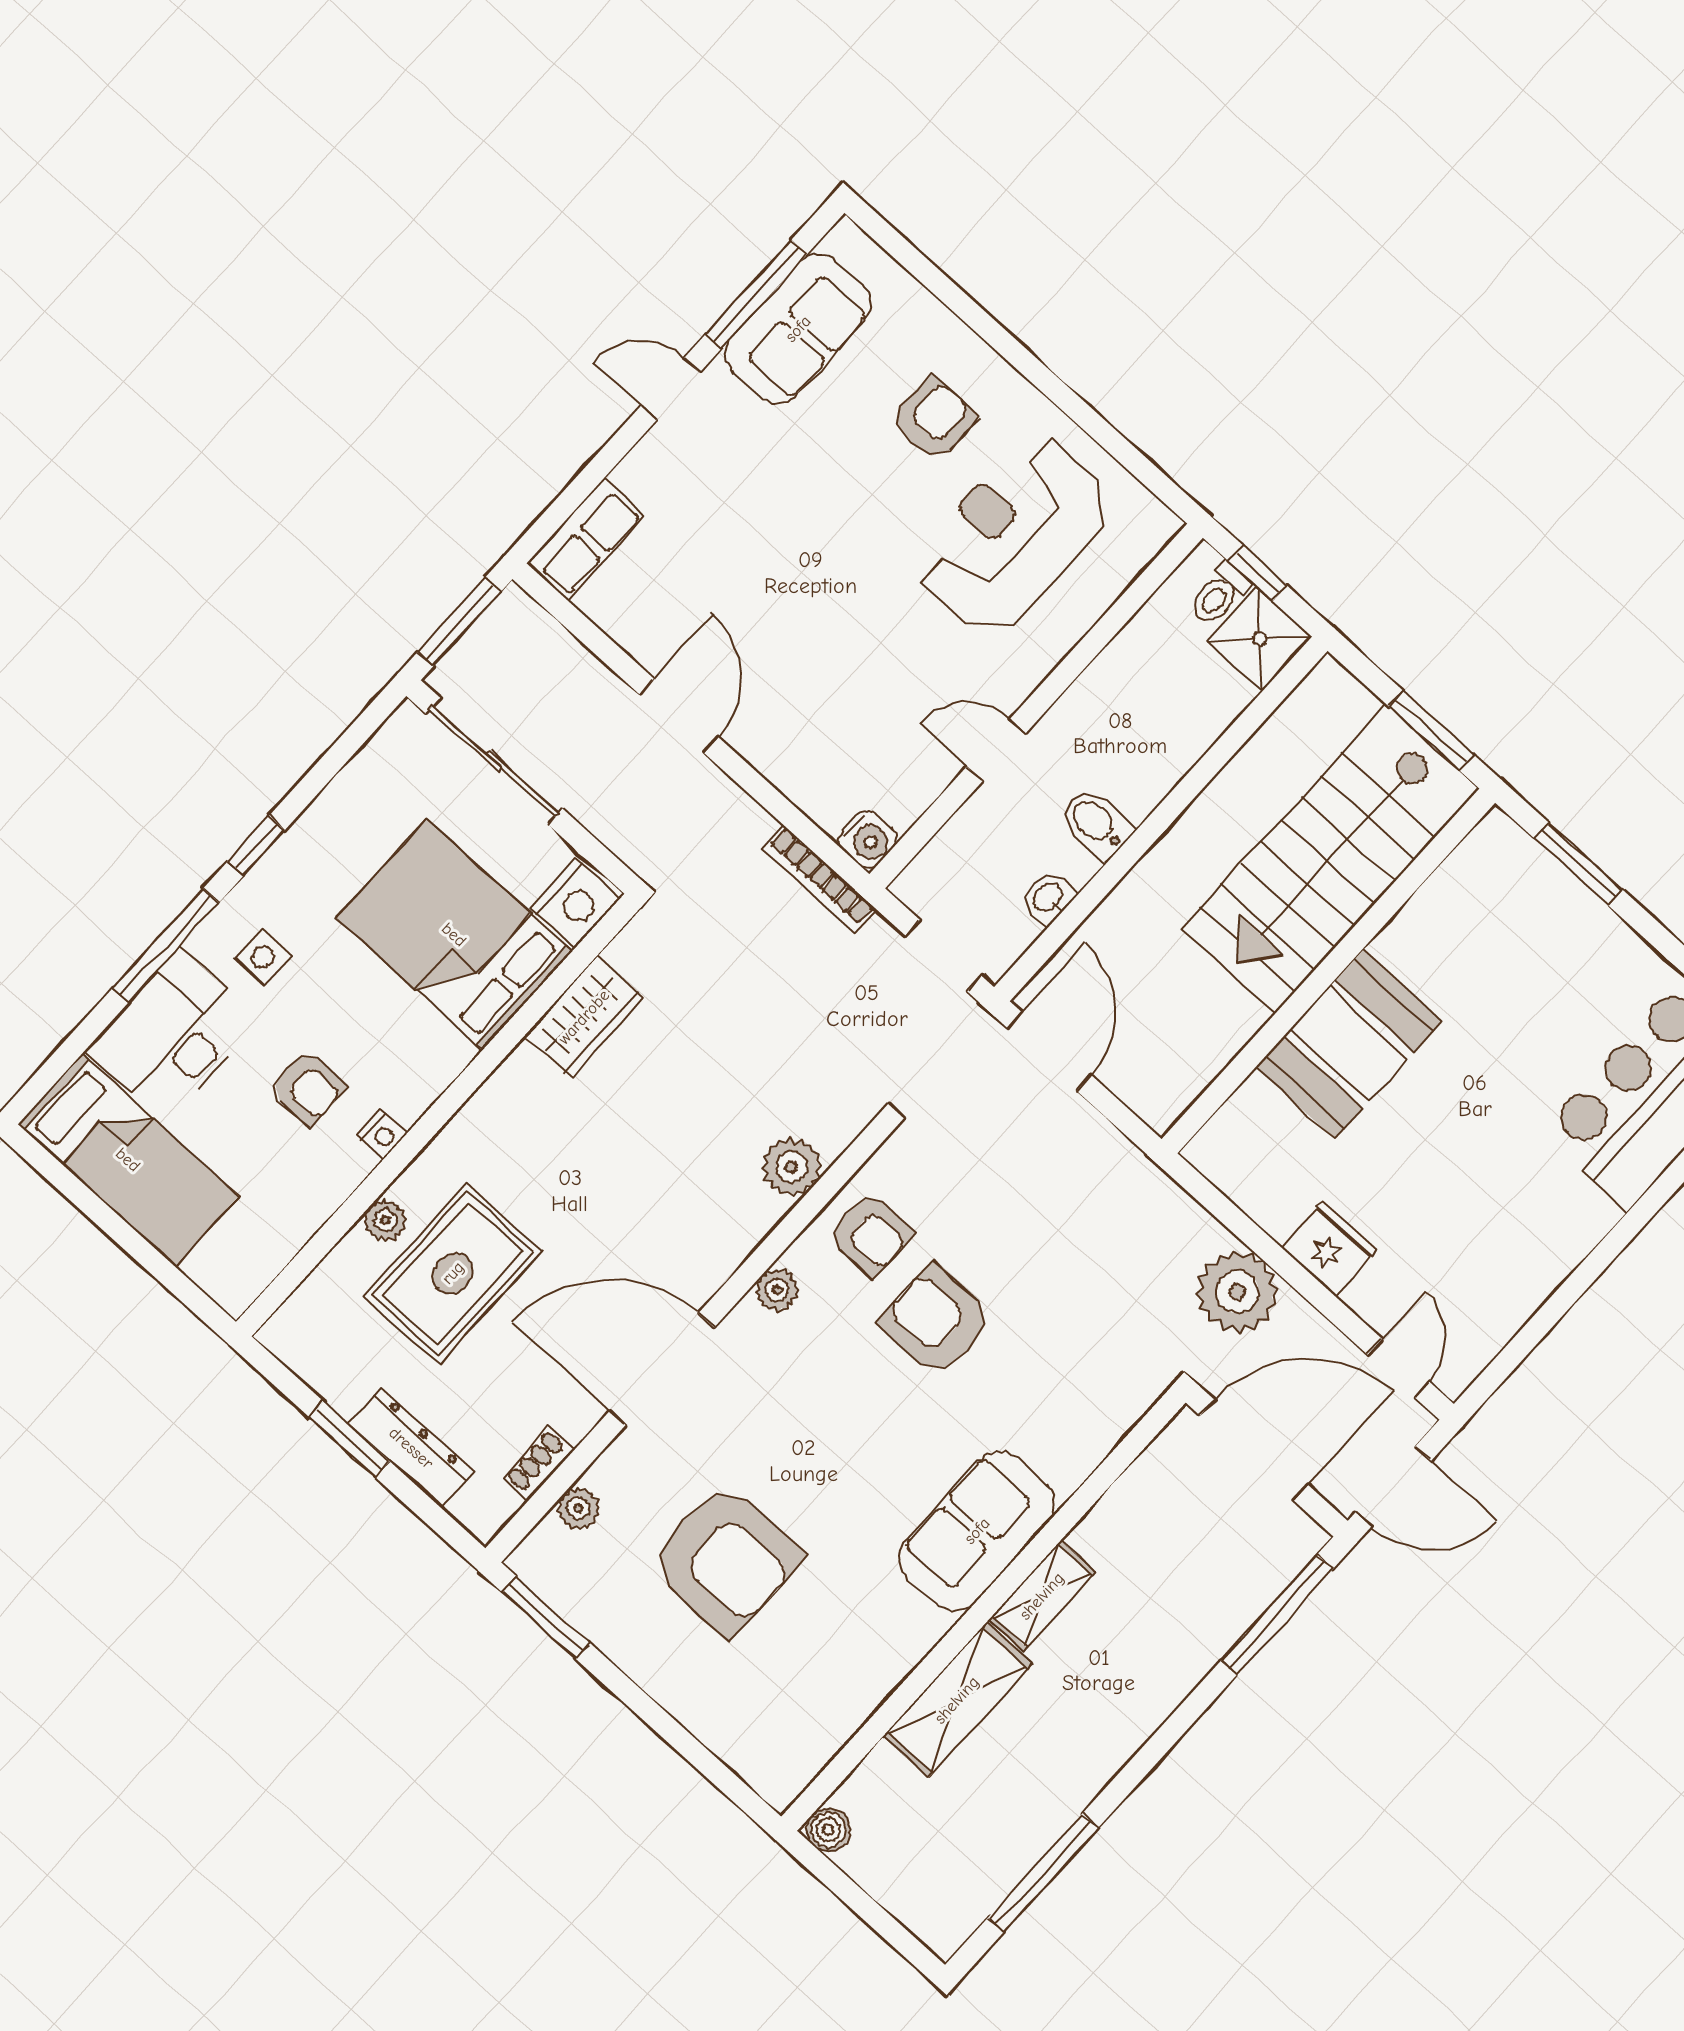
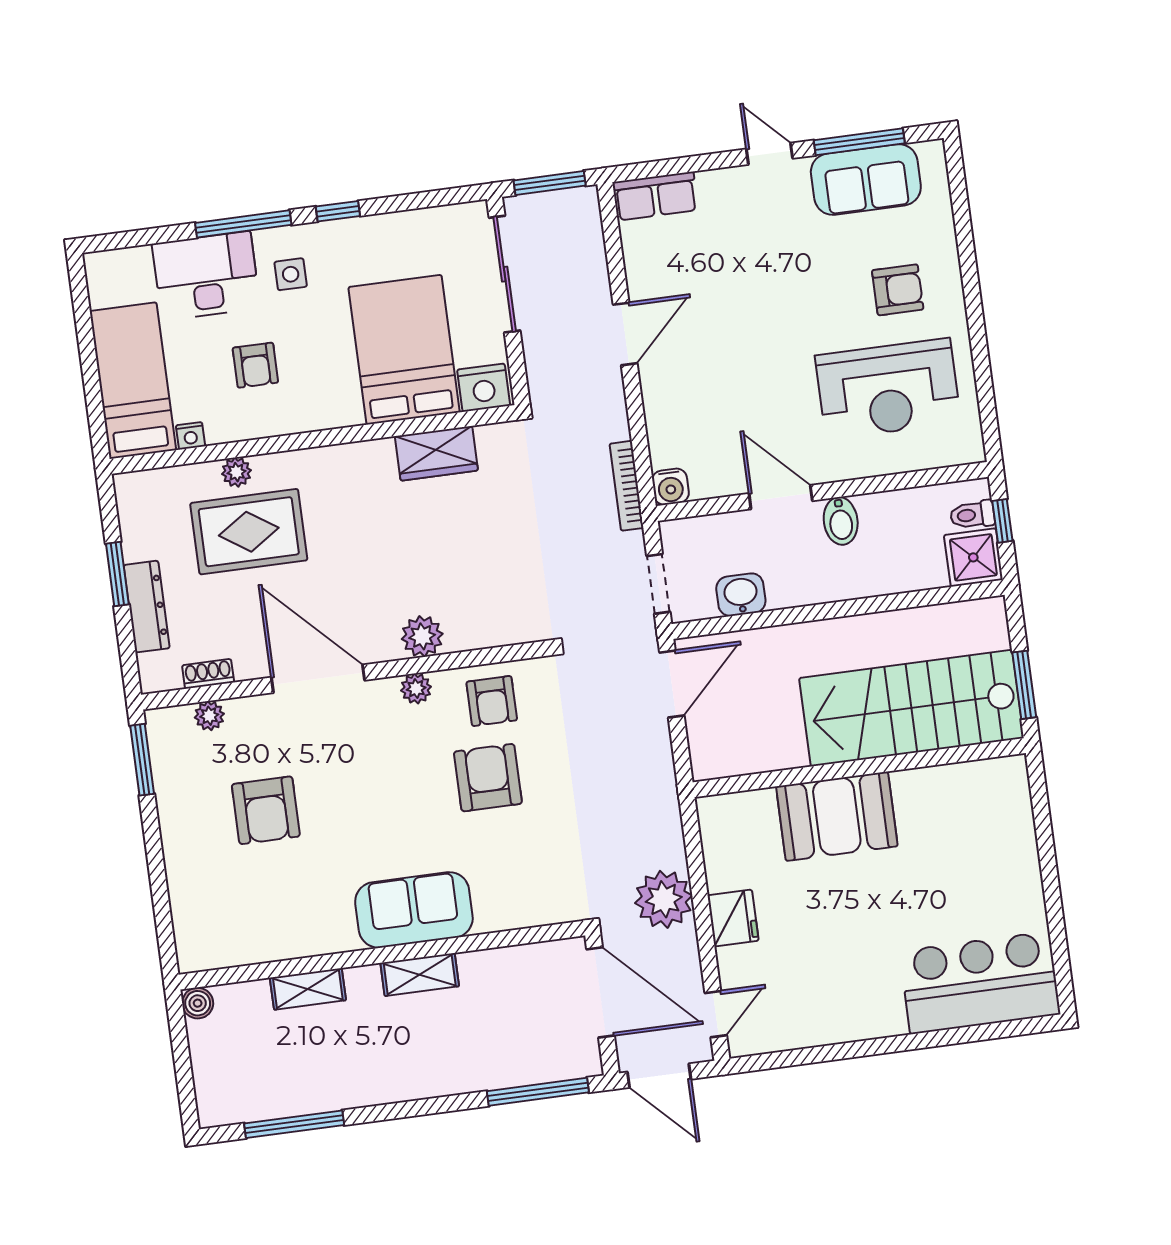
reception desk: (1013, 535) -> (888, 389), turned 180
door: (996, 750) -> (781, 497), width x1.38
bidet: (1096, 824) -> (841, 521), moved, turned 180
window: (1578, 864) -> (1043, 824), removed
washbasin: (1049, 898) -> (741, 595), width x1.38, depth x1.45
nightstand: (382, 1135) -> (191, 436), moved
bed: (128, 1160) -> (133, 381), moved, turned 180
plant: (792, 1167) -> (422, 636), moved
armchair: (726, 1559) -> (266, 810), width x0.73, depth x0.73
shelving: (957, 1700) -> (308, 989), width x0.67, depth x0.75

